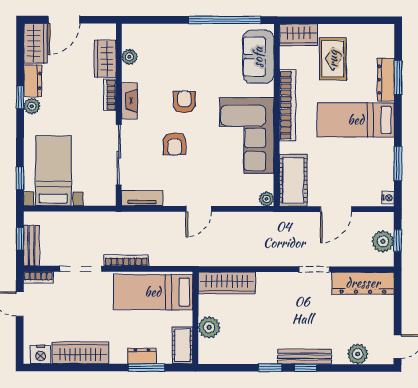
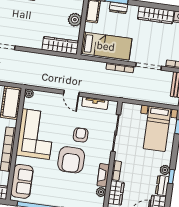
fireplace: (129, 101) -> (103, 175), moved
armchair: (184, 102) -> (71, 160), width x1.88, depth x1.88
tv unit: (142, 198) -> (95, 103), moved
door: (199, 209) -> (71, 93), swing flipped

